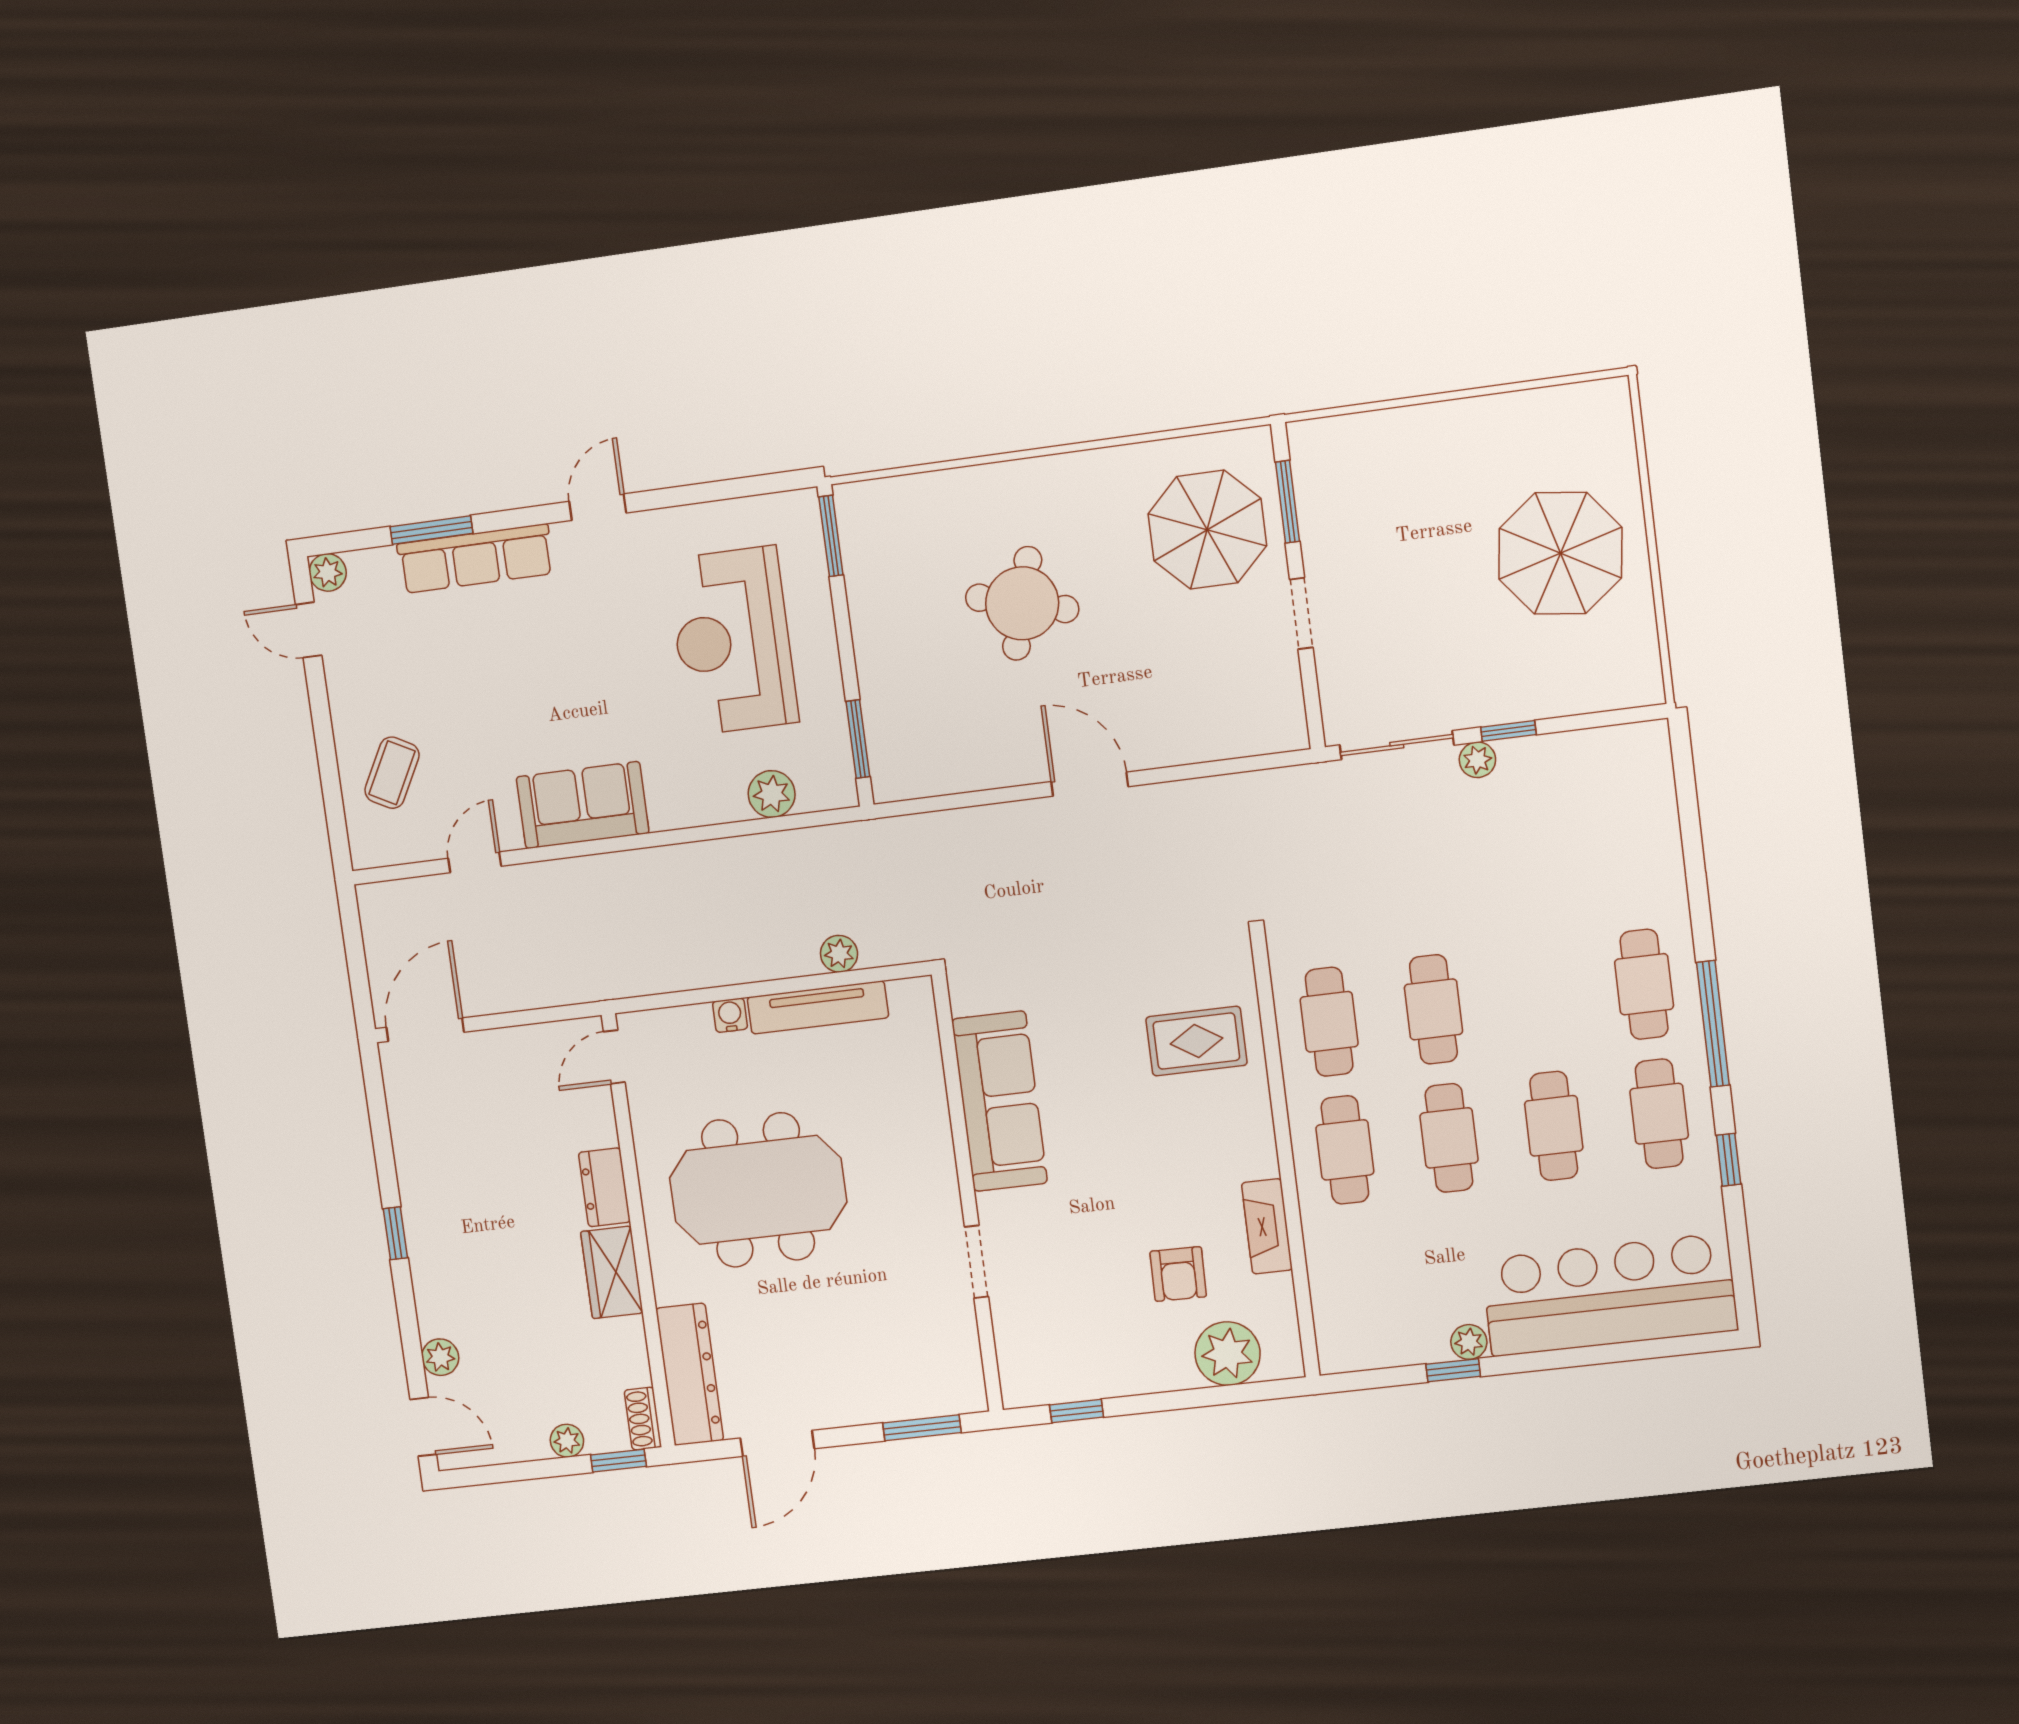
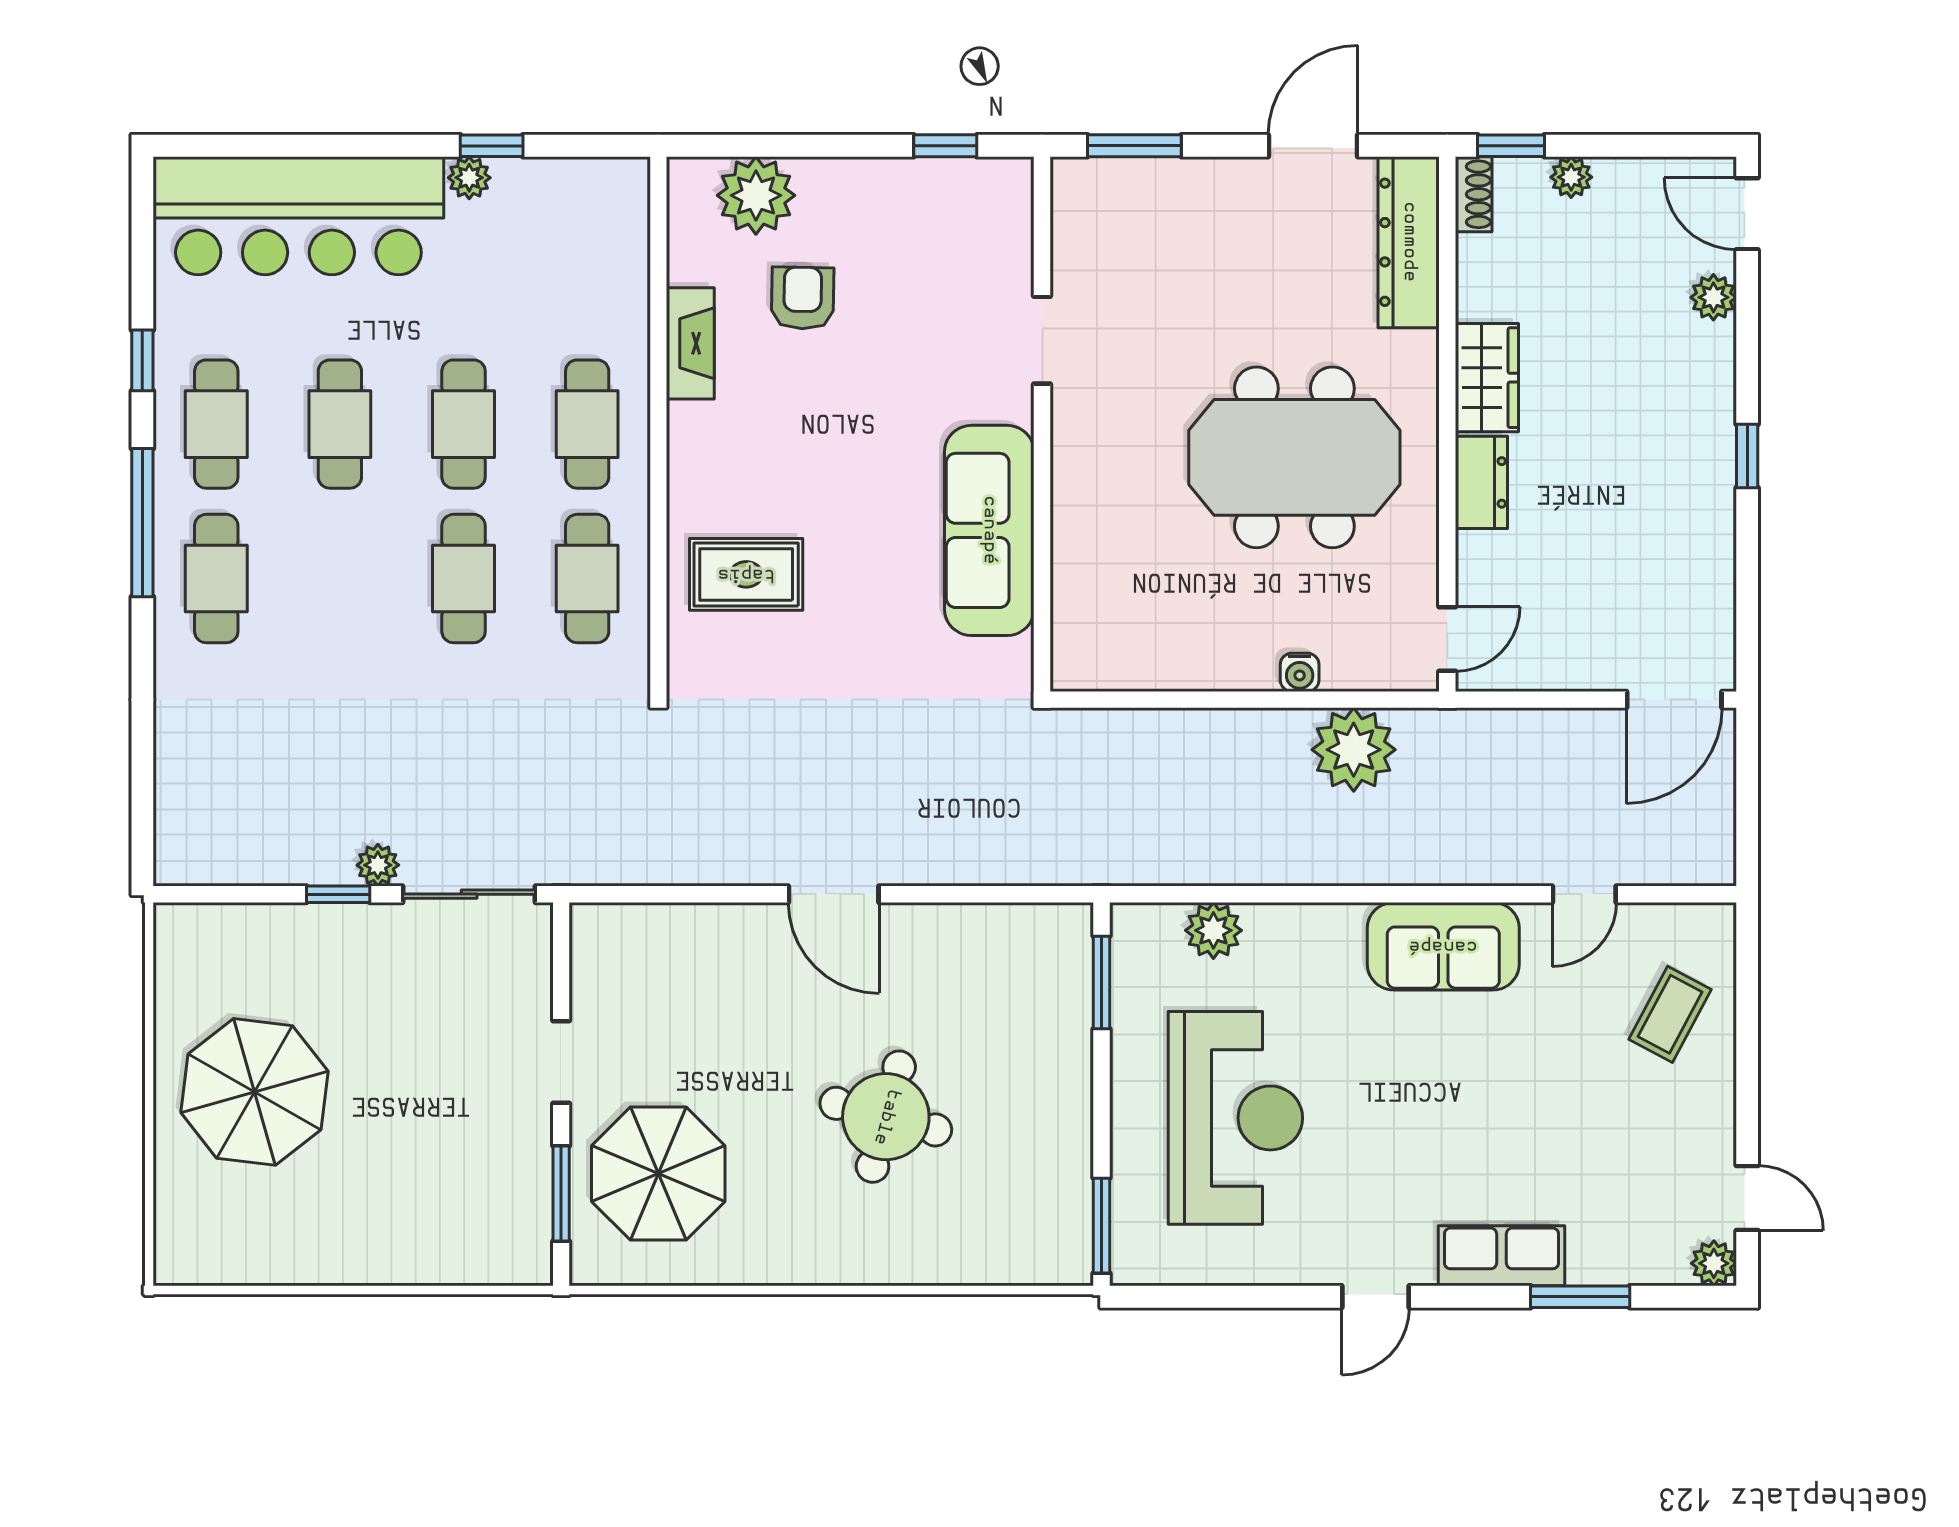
row of seats: (475, 559) -> (1502, 1256), width x0.68
plant: (839, 954) -> (1354, 750), moved, width x1.88, depth x1.88
tv unit: (818, 1007) -> (1192, 669), removed

